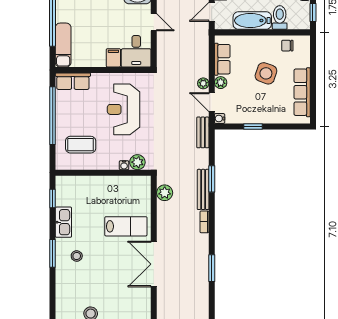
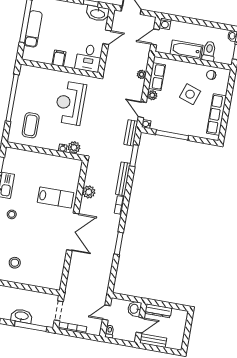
door: (154, 22) -> (107, 37), hinge flipped
exam couch: (63, 45) -> (33, 29), moved
filing cabinet: (113, 58) -> (59, 58), moved
row of seats: (73, 81) -> (33, 73), removed
plant: (203, 83) -> (141, 74), moved
window: (253, 126) -> (172, 135), width x2.17
coffee table: (81, 145) -> (31, 125), turned 90
window: (212, 179) -> (134, 156), moved
plant: (165, 193) -> (89, 192), moved
double door: (154, 264) -> (73, 232), swing flipped

